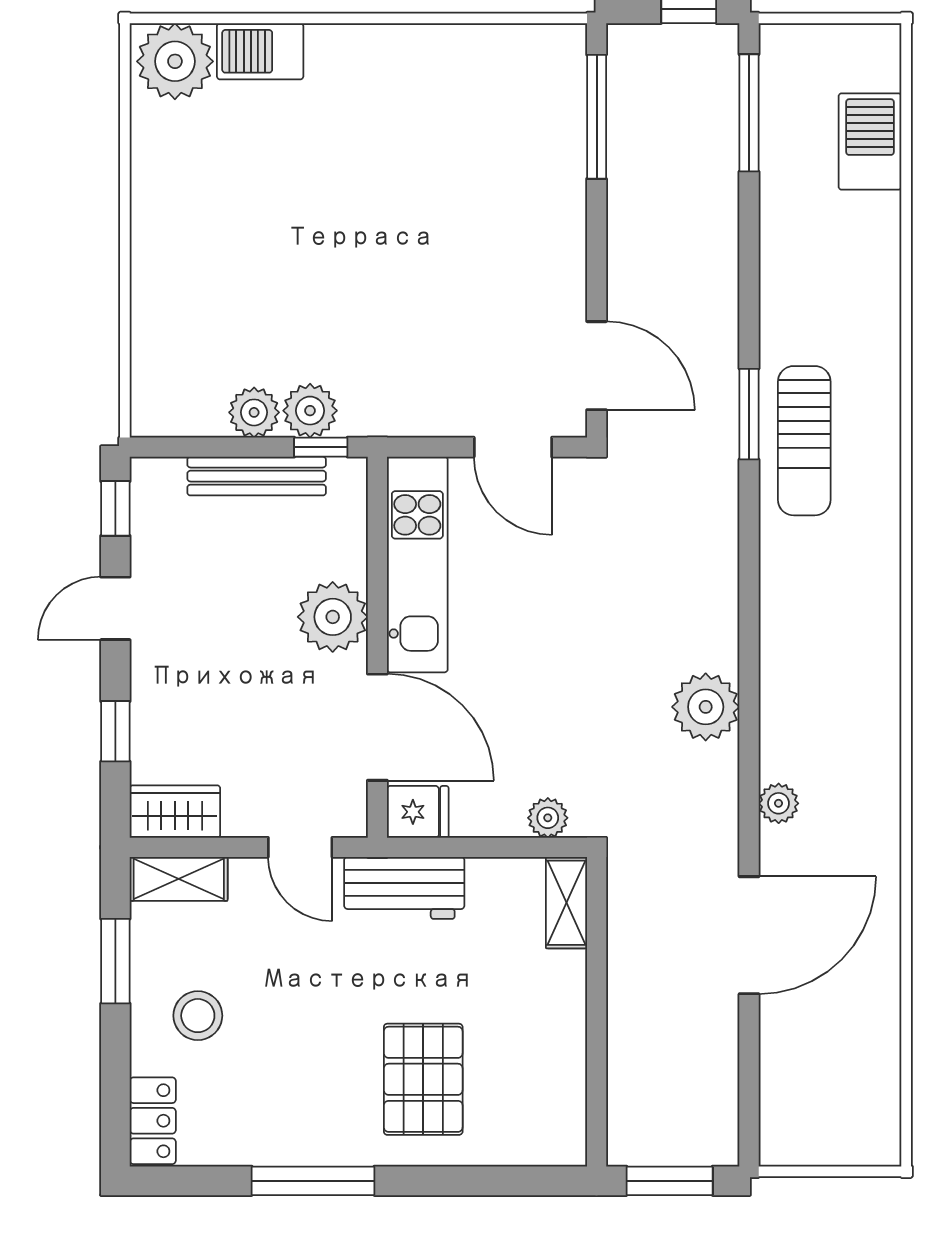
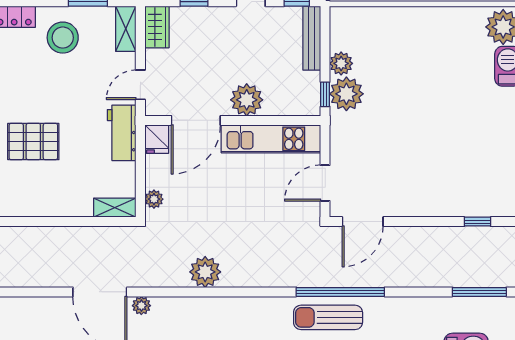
window: (597, 117) -> (478, 222), width x0.46
plant: (310, 411) -> (346, 94), width x1.36, depth x1.36
window: (749, 414) -> (340, 292), width x2.11
bench: (257, 476) -> (312, 38), moved
plant: (779, 803) -> (141, 306), moved
stool: (198, 1016) -> (63, 38), width x1.38, depth x1.38

